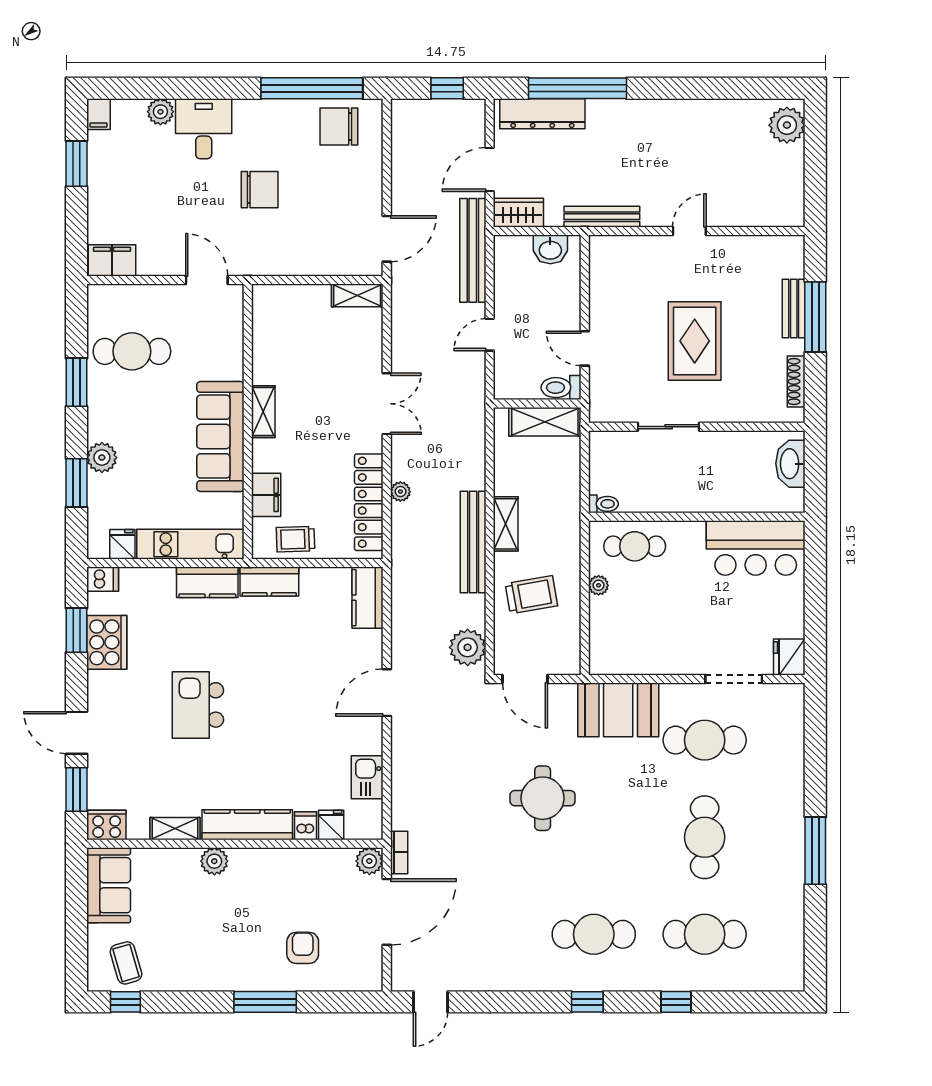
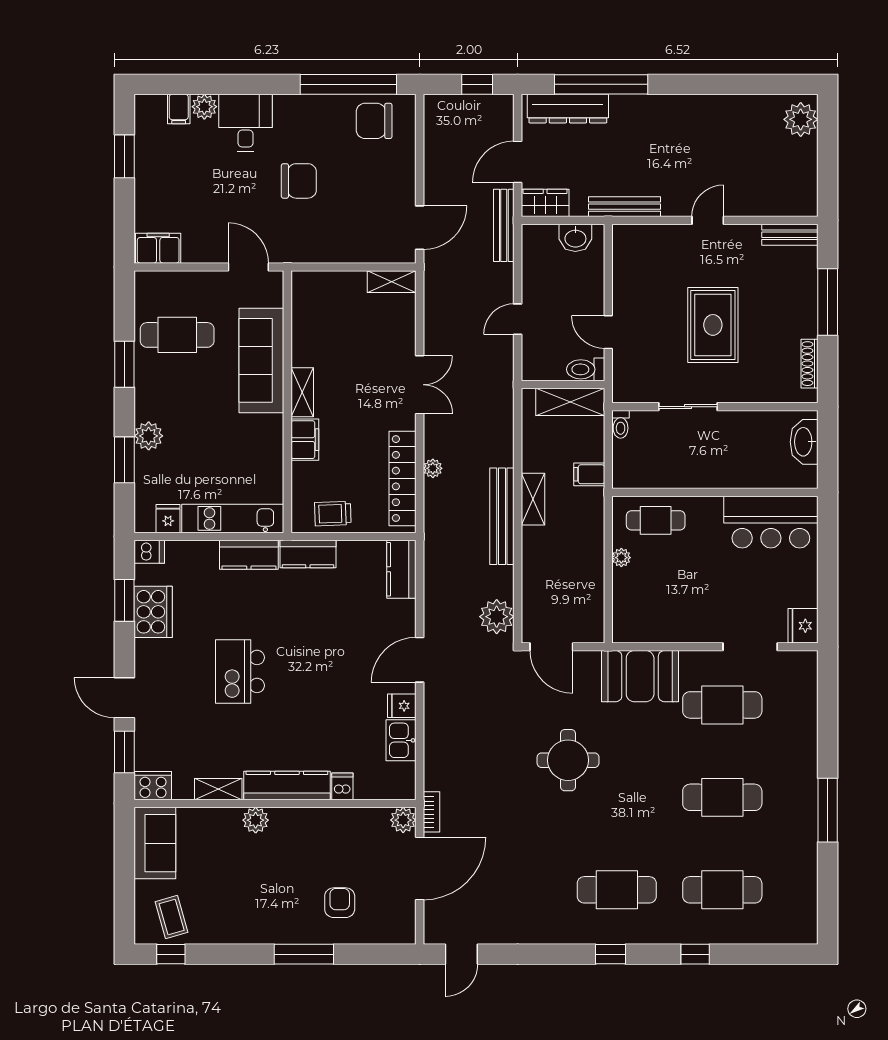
filing cabinet: (99, 114) -> (179, 109), moved
bench: (473, 250) -> (504, 225), width x0.73, depth x0.82
bench: (794, 308) -> (790, 235), moved, turned 90
sofa: (220, 437) -> (261, 360), moved
filing cabinet: (266, 495) -> (305, 440), moved
filing cabinet: (565, 498) -> (589, 474), added
toilet: (603, 504) -> (621, 424), moved, turned 90
trolley: (531, 595) -> (557, 567), removed
fridge: (331, 825) -> (402, 706), moved, turned -90
cafe table: (705, 837) -> (722, 797), turned 90

